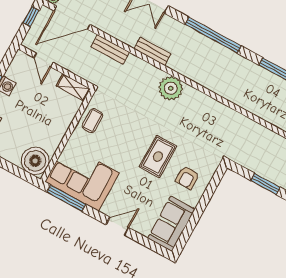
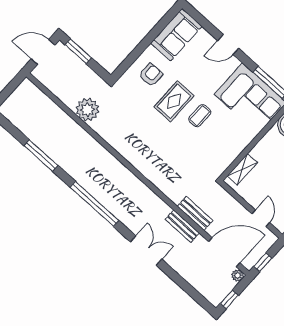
bench: (152, 51) -> (182, 226), moved
shelving: (73, 87) -> (242, 169), moved, turned 90
plant: (171, 88) -> (87, 110), moved
coffee table: (92, 121) -> (200, 116), moved

